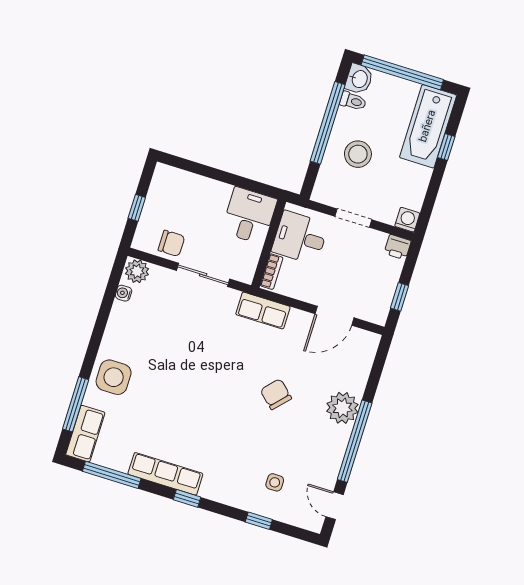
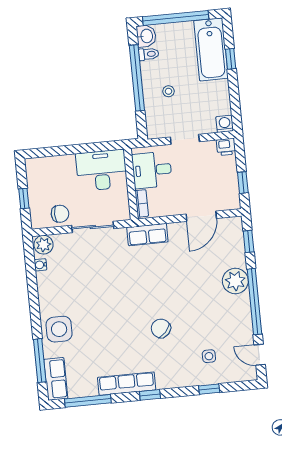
stool: (358, 154) -> (168, 91), width x0.53, depth x0.53
desk: (249, 216) -> (102, 170), width x1.37
window: (377, 368) -> (249, 241), added
chair: (276, 394) -> (161, 328), moved

